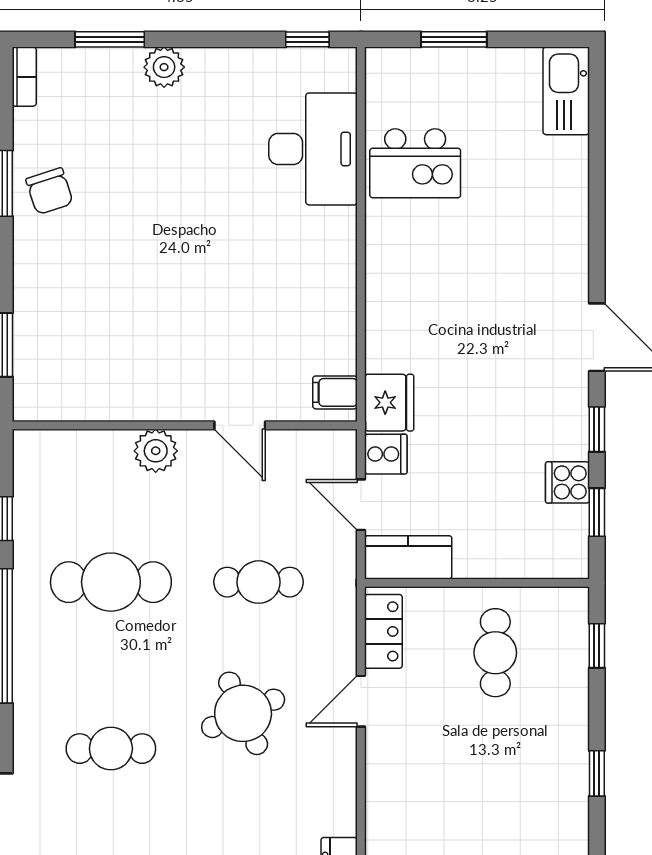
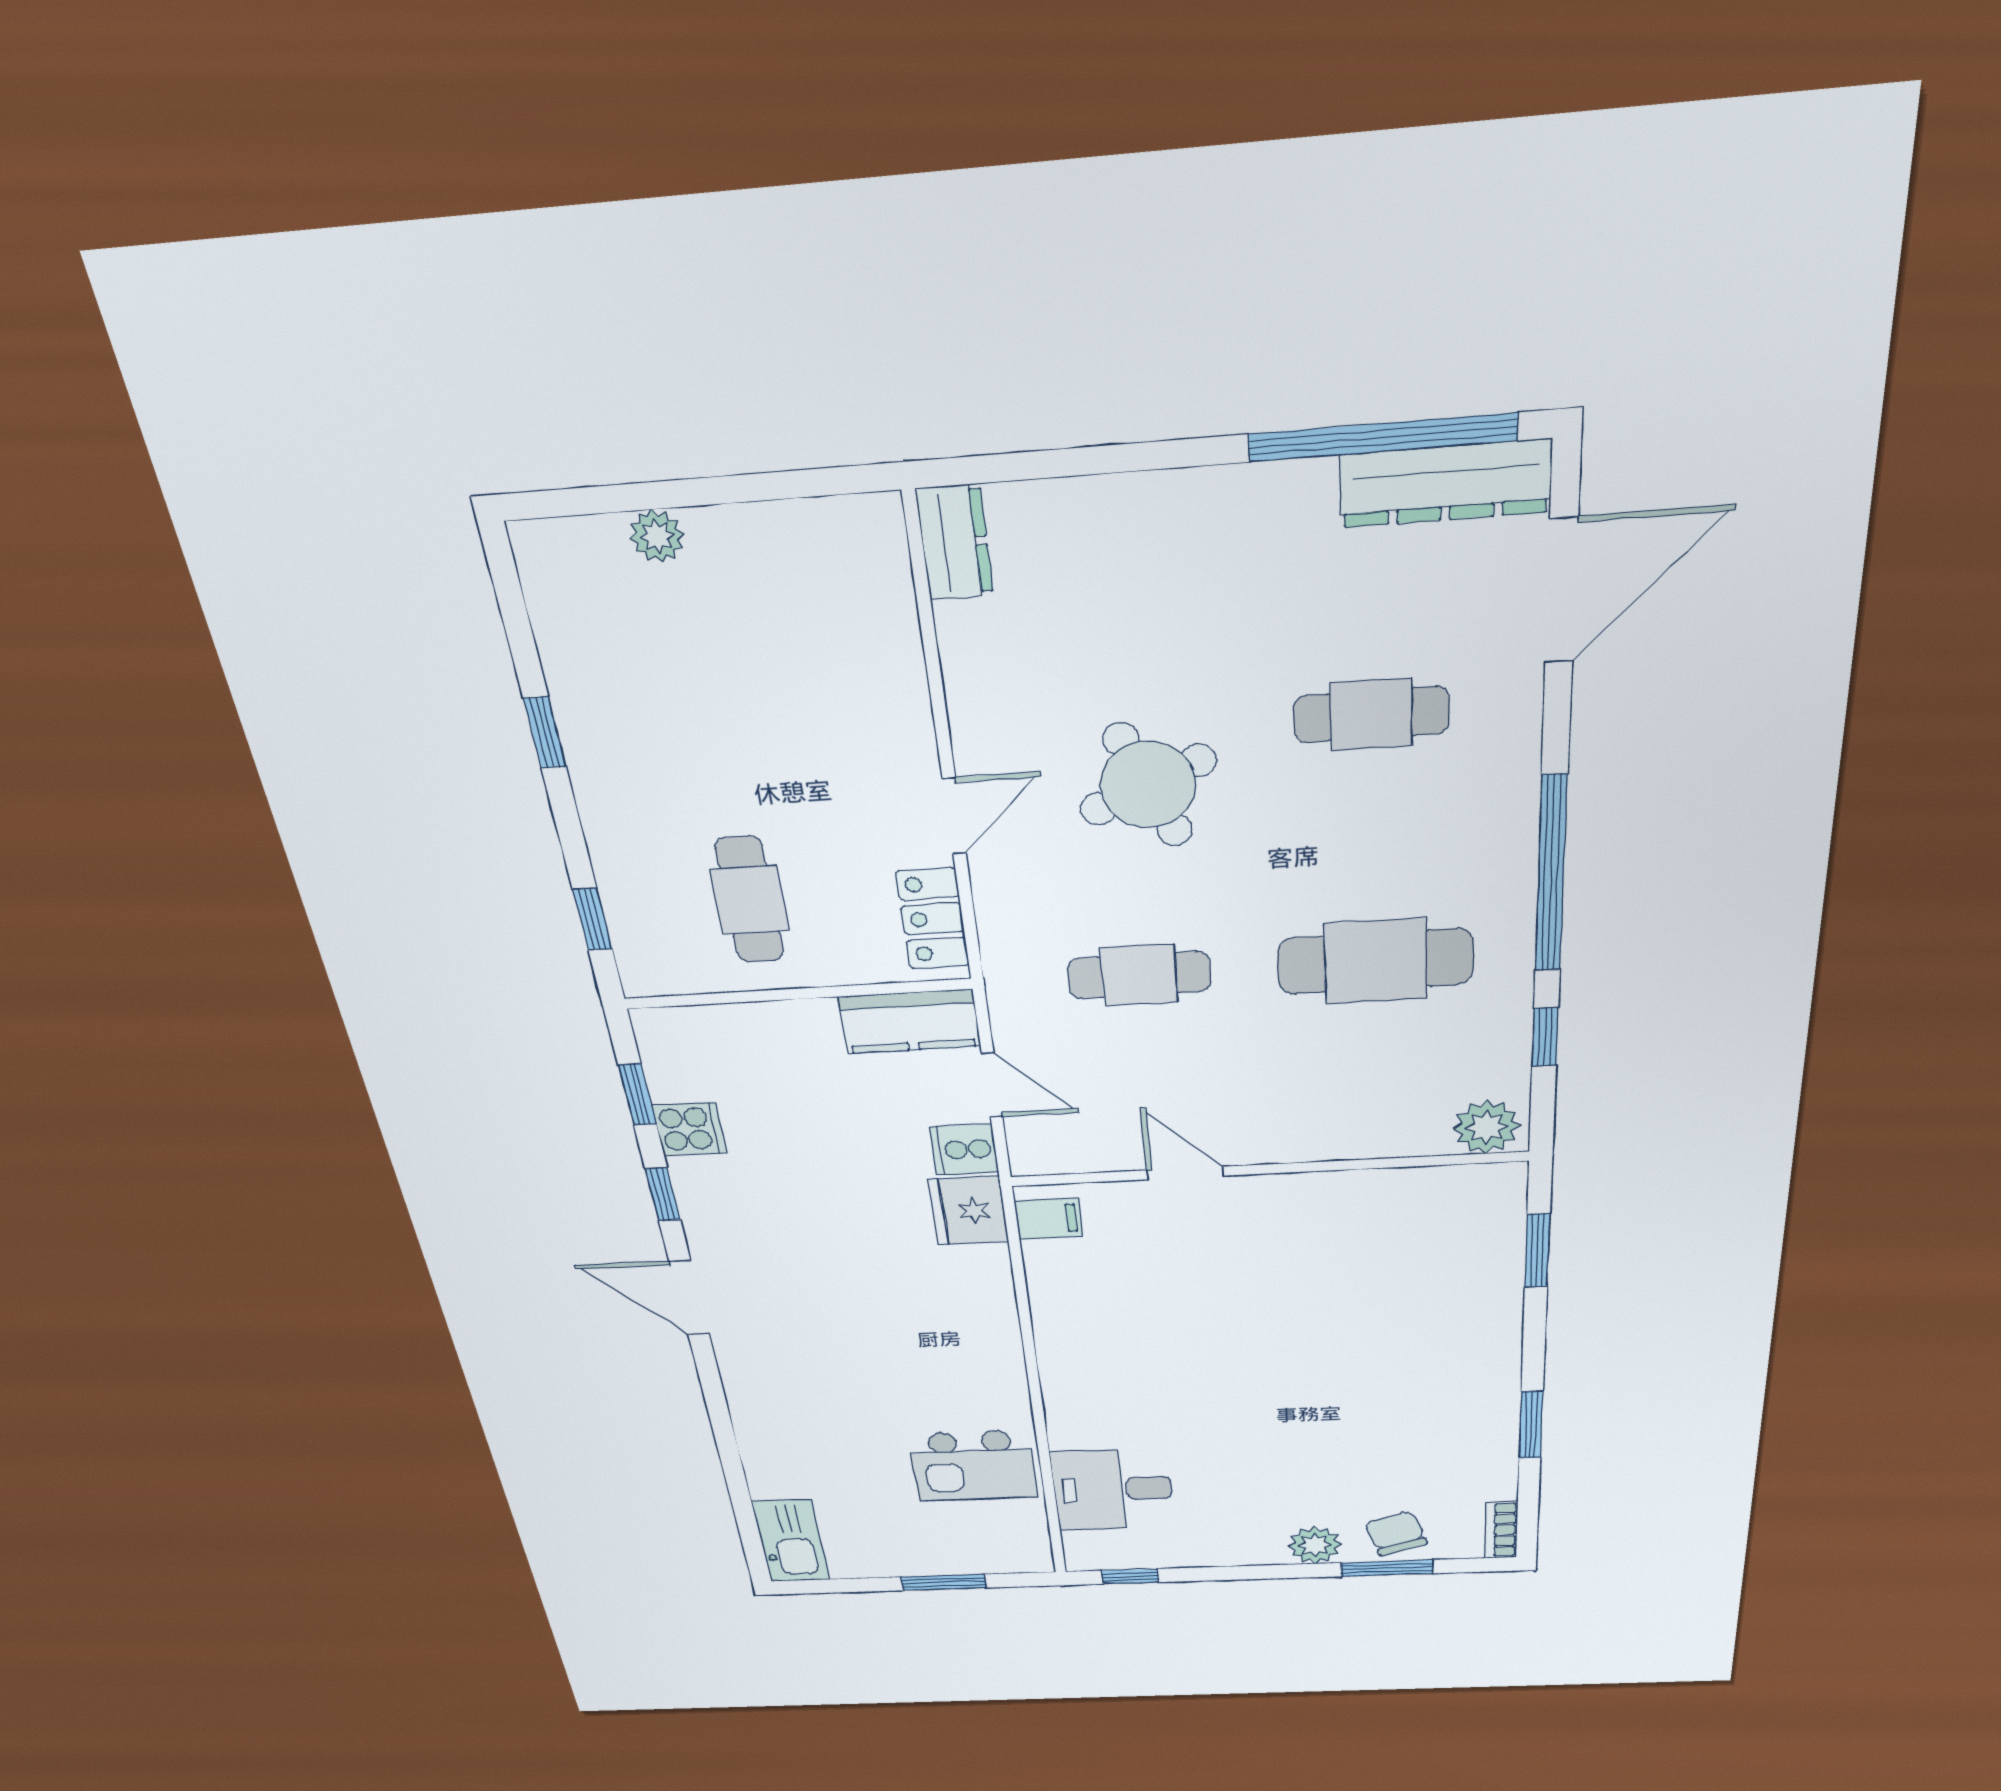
desk: (313, 149) -> (1113, 1489), width x0.73
kitchen island: (415, 163) -> (973, 1466), turned 180
chair: (49, 191) -> (1396, 1533), moved
plant: (156, 451) -> (1487, 1127), moved

